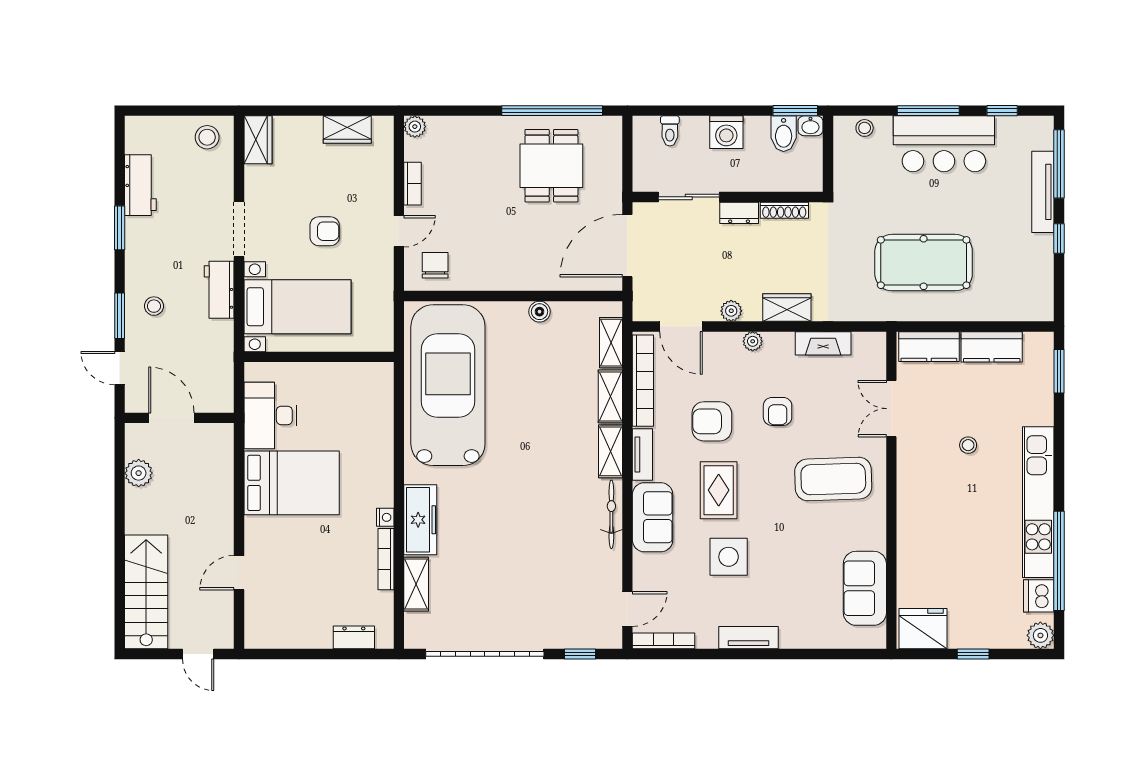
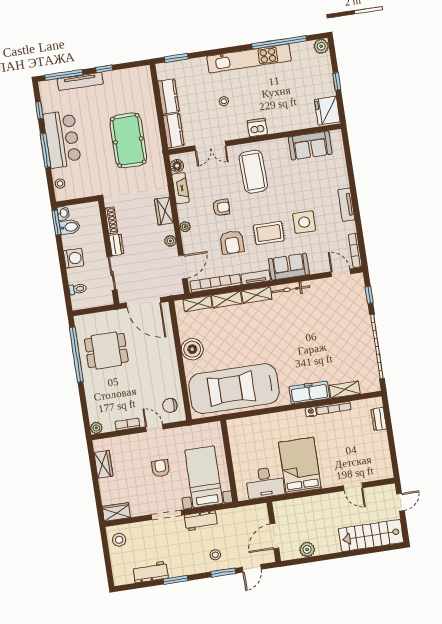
boiler: (540, 312) -> (192, 349), width x1.86, depth x1.86
floor lamp: (865, 343) -> (177, 166), added
dishwasher: (1039, 596) -> (257, 127), moved, turned 180

